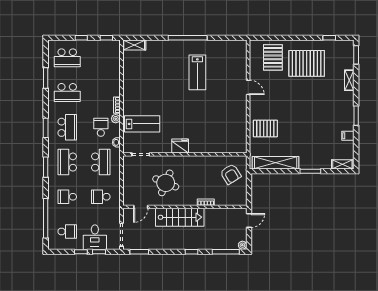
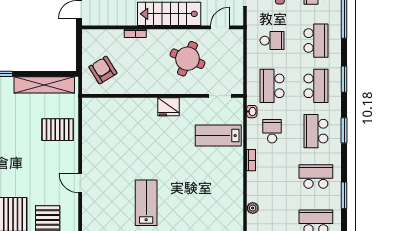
plant: (116, 119) -> (253, 208), moved
school desk: (101, 127) -> (272, 131), turned 180
school desk: (67, 197) -> (316, 41), width x1.85

